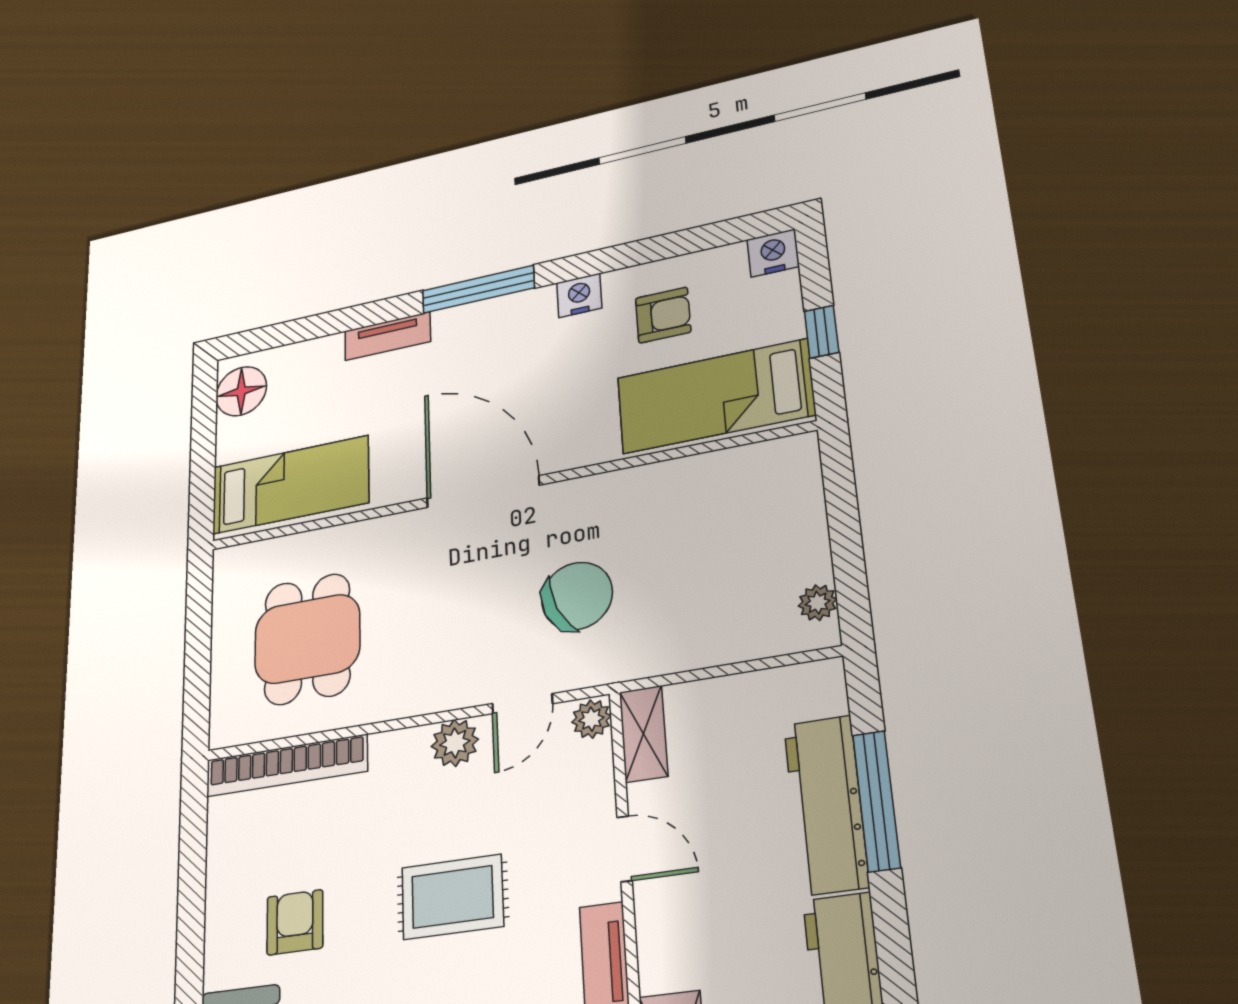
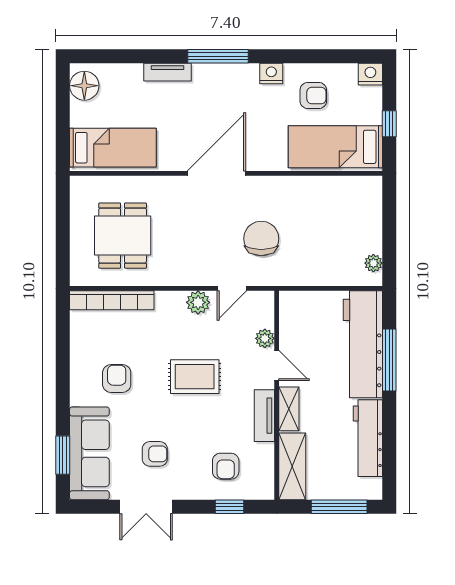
door: (483, 492) -> (216, 173), hinge flipped
chair: (577, 596) -> (261, 239), turned -67
plant: (591, 719) -> (265, 338), moved
shelving: (644, 734) -> (289, 409), moved
workbench: (826, 805) -> (363, 344), width x1.36, depth x1.32

